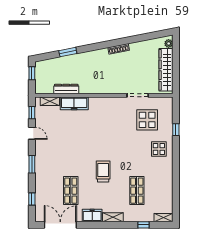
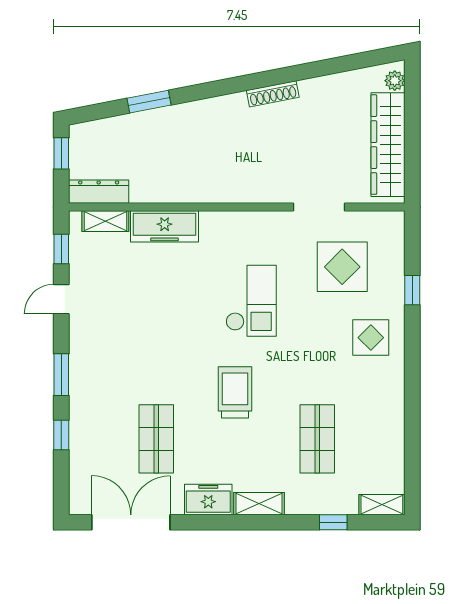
dresser: (66, 89) -> (99, 192), moved
door: (32, 133) -> (61, 299), swing flipped
checkout: (110, 134) -> (251, 301), added
window: (32, 199) -> (61, 435), moved

